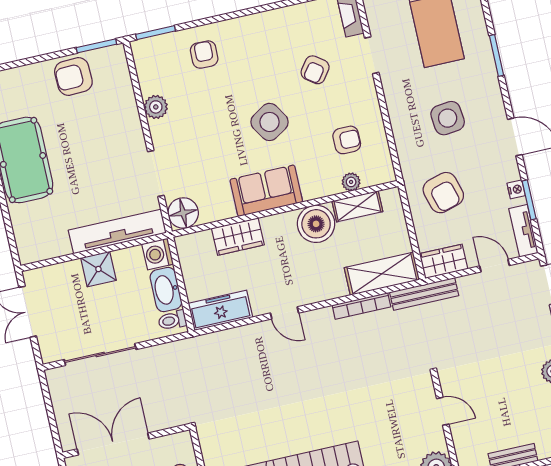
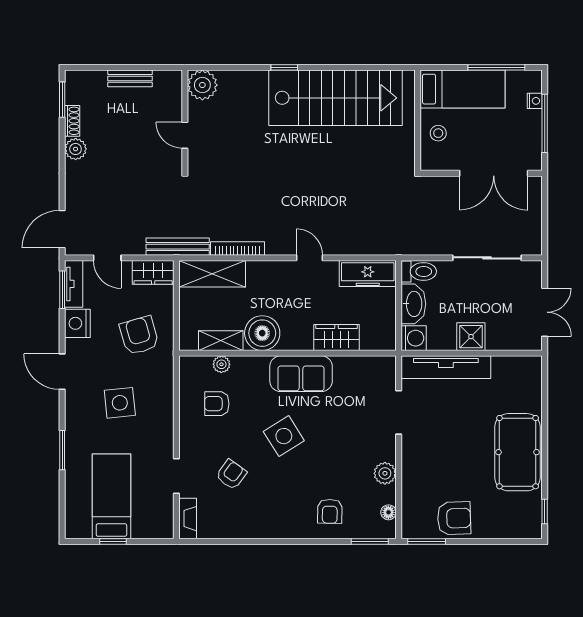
nightstand: (516, 189) -> (77, 323), width x1.89, depth x1.79
window: (529, 200) -> (62, 290), moved
floor lamp: (183, 213) -> (388, 512), moved, width x0.53, depth x0.53
toilet: (172, 320) -> (419, 271), width x1.37, depth x1.39

